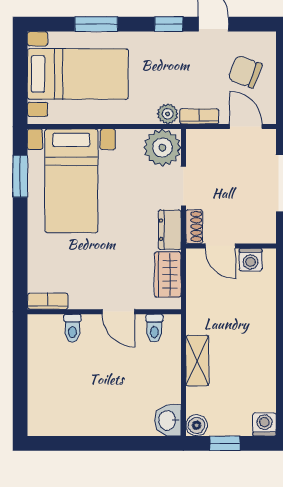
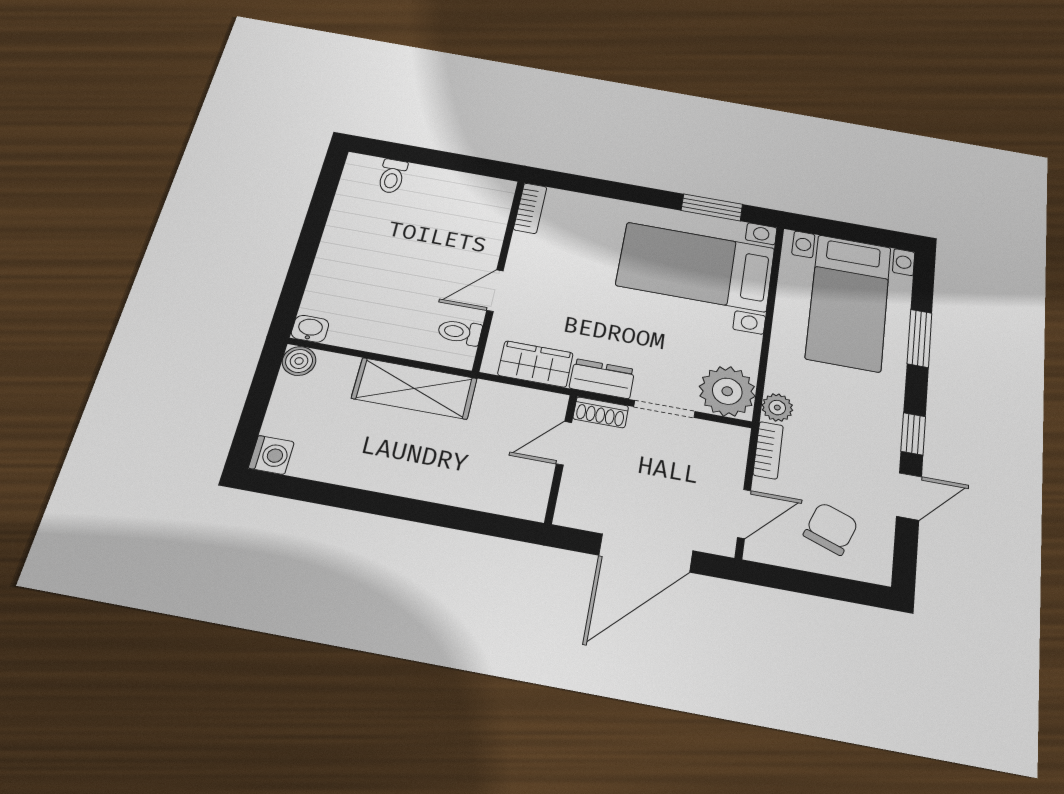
washing machine: (251, 260) -> (534, 482), removed
toilet: (72, 328) -> (392, 176), moved, turned -90
shelving: (197, 361) -> (414, 388), width x1.50, depth x1.33
washbasin: (168, 420) -> (310, 329), width x0.72, depth x0.69
window: (225, 443) -> (260, 394), removed

